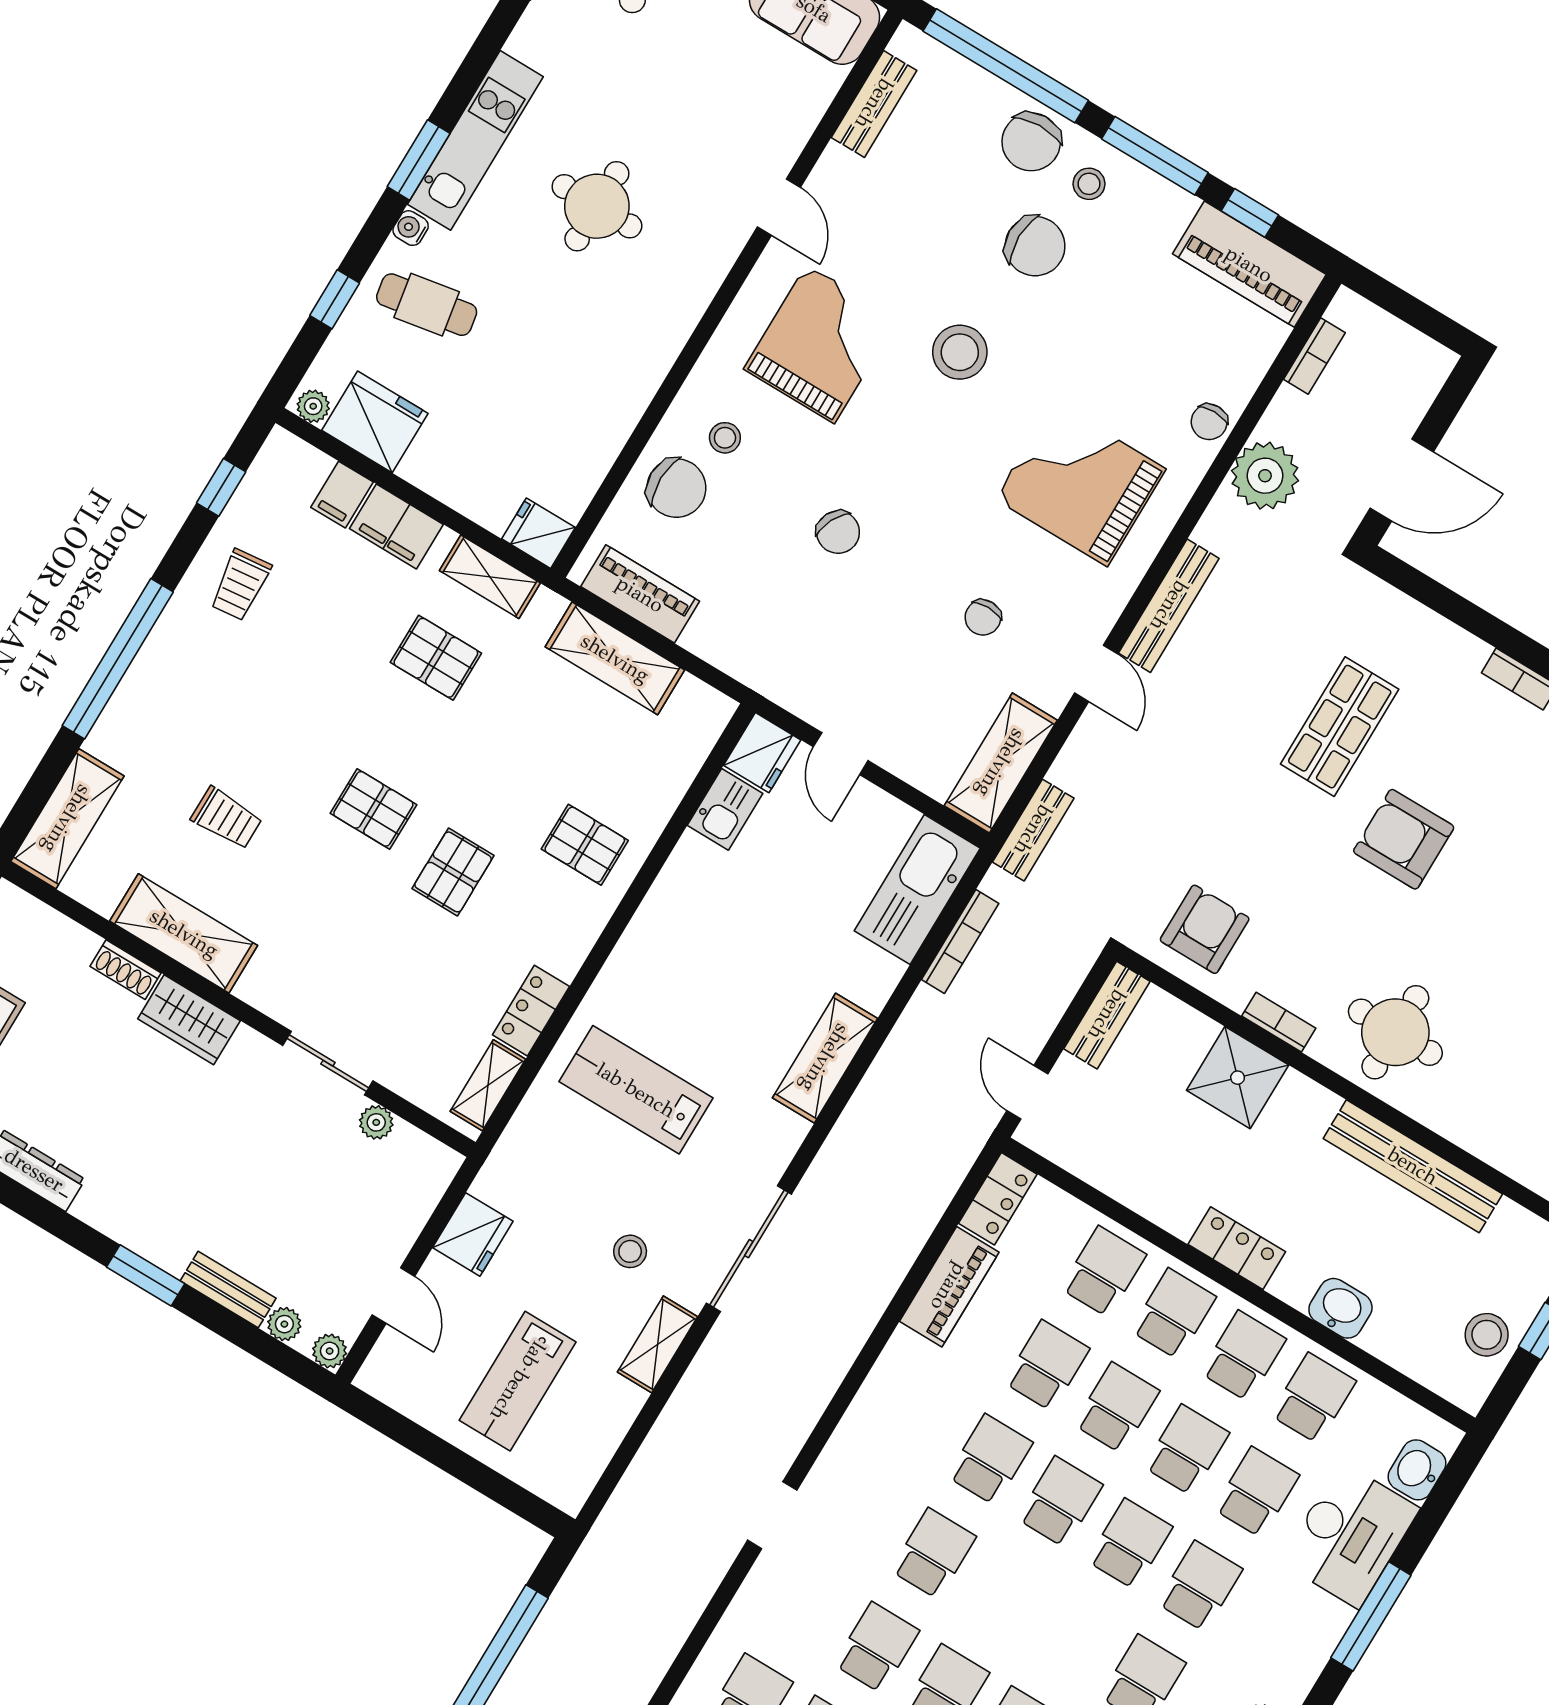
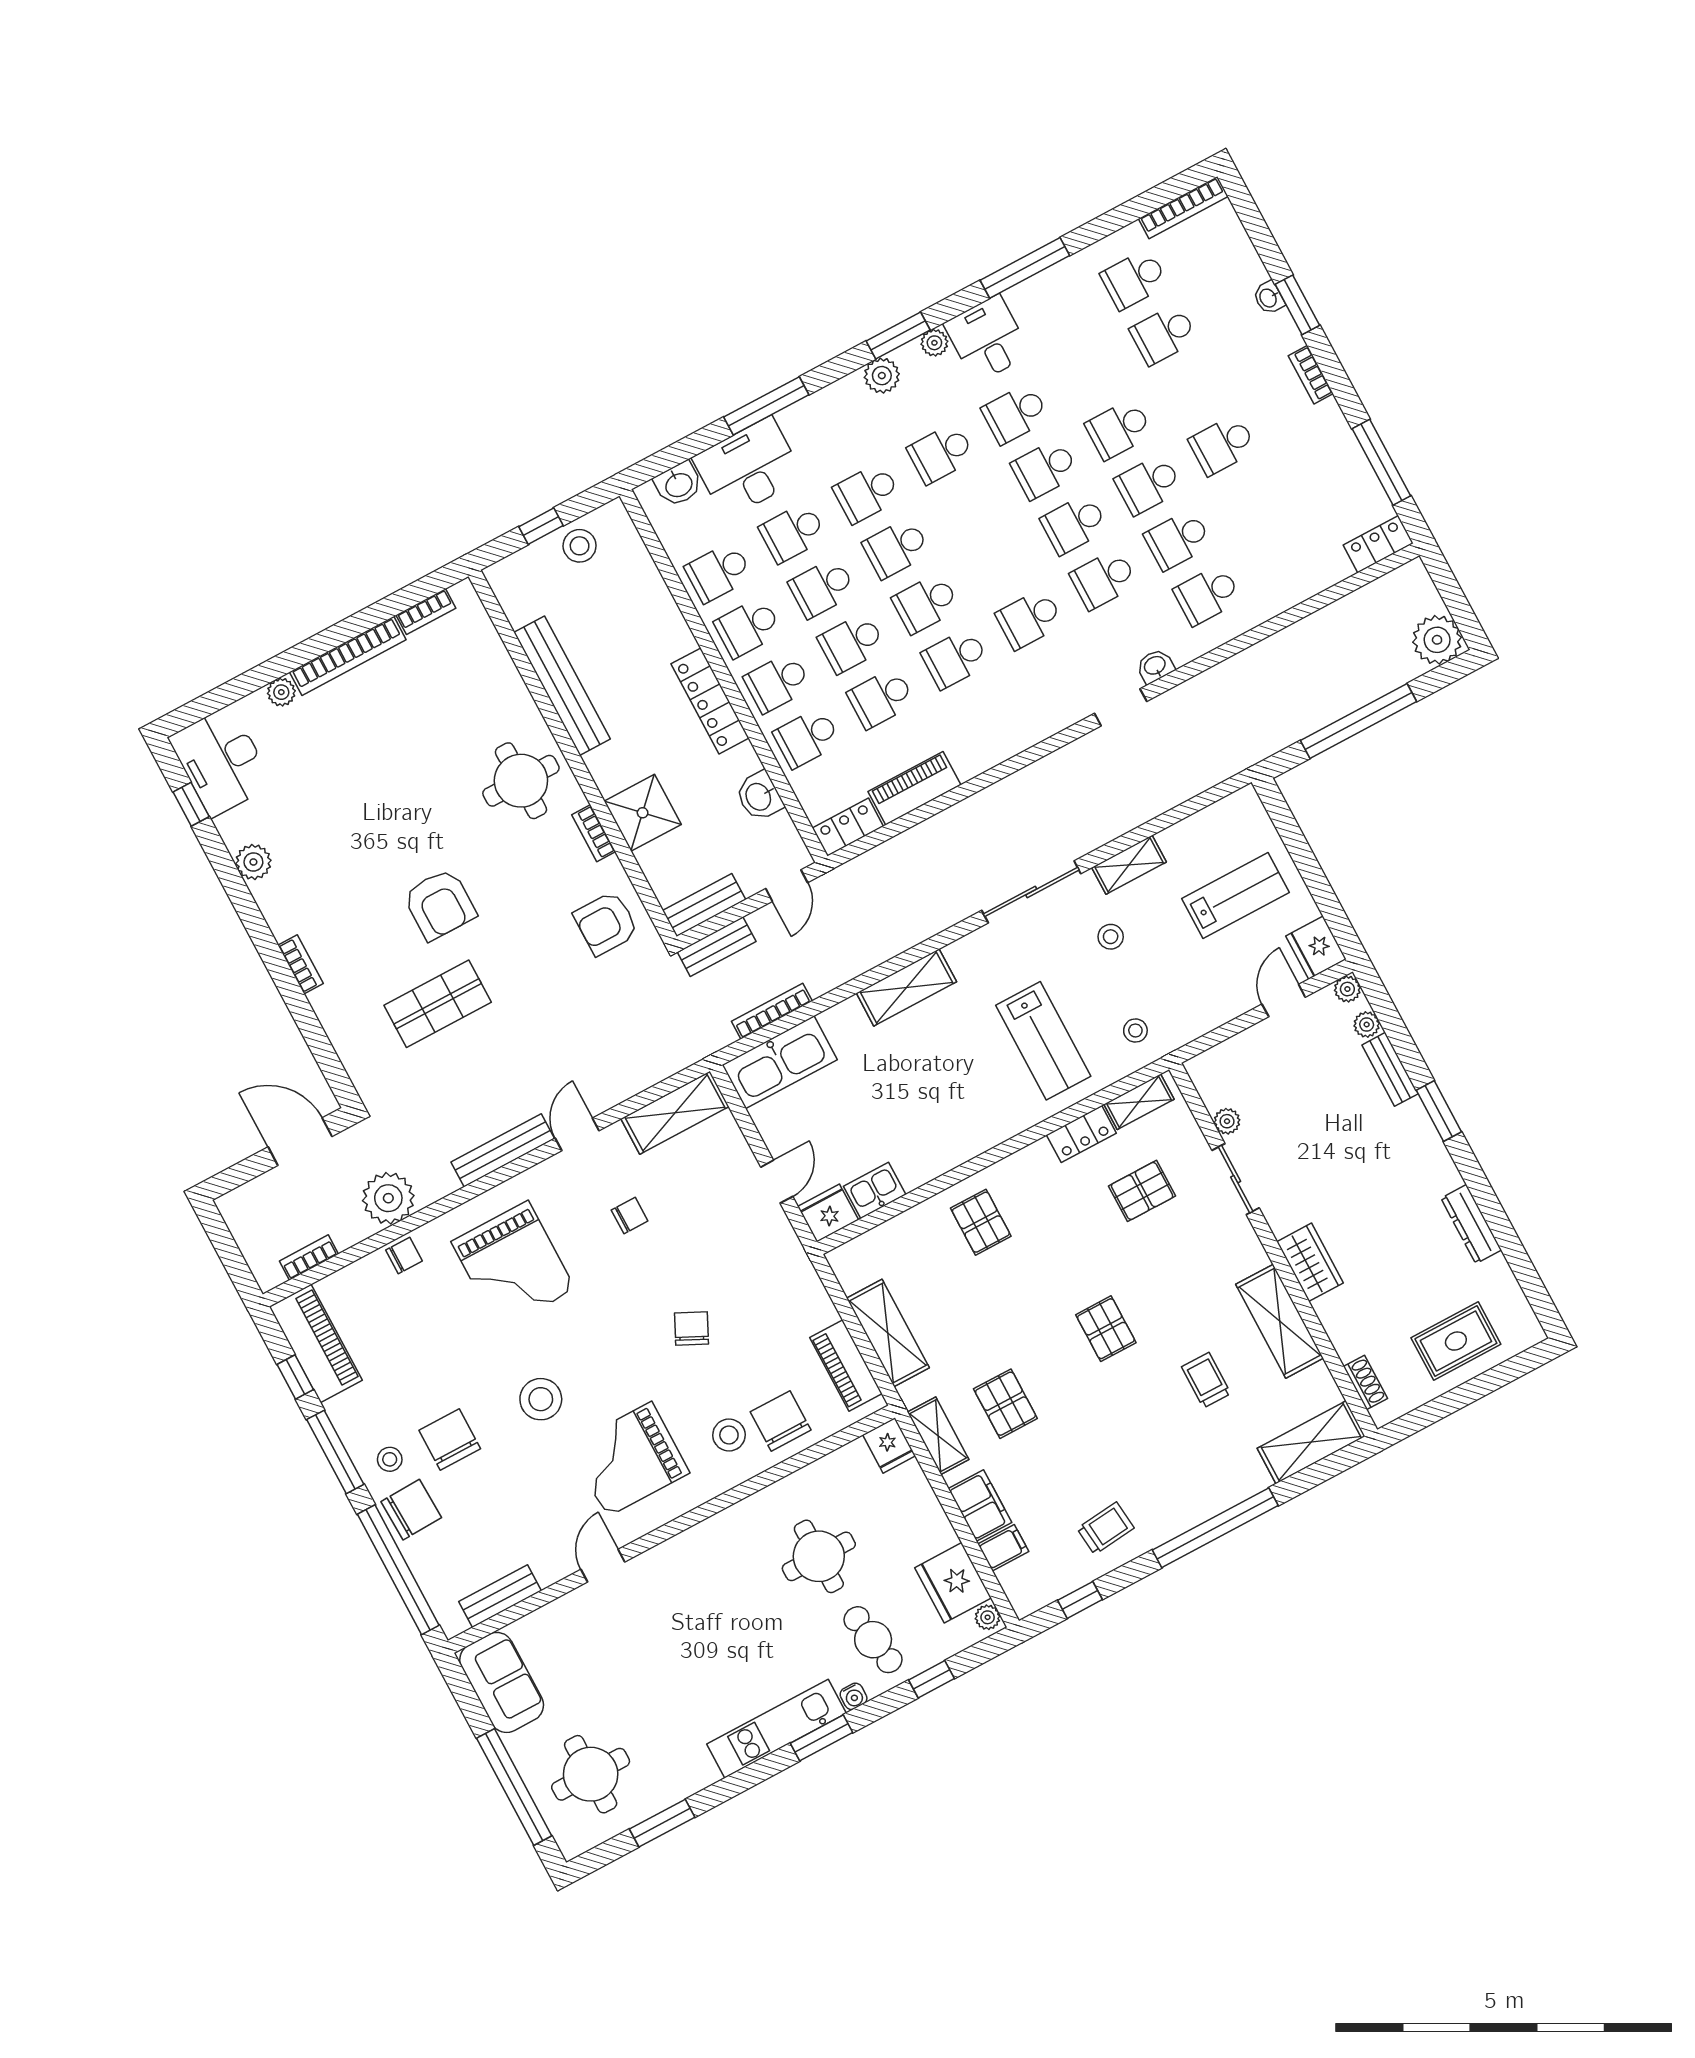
round table: (597, 206) -> (819, 1556), moved
stool: (725, 438) -> (729, 1435), width x1.37, depth x1.37
bench: (1033, 830) -> (717, 947), moved
pallet: (453, 872) -> (1142, 1191), moved
shoe rack: (126, 970) -> (1365, 1383), moved
stool: (540, 1163) -> (1135, 1031), added
fridge: (473, 1234) -> (1316, 948), moved, turned -90
locker: (1237, 1248) -> (710, 701), width x1.53
washbasin: (1340, 1308) -> (759, 796), moved
washbasin: (761, 1585) -> (1155, 666), added

